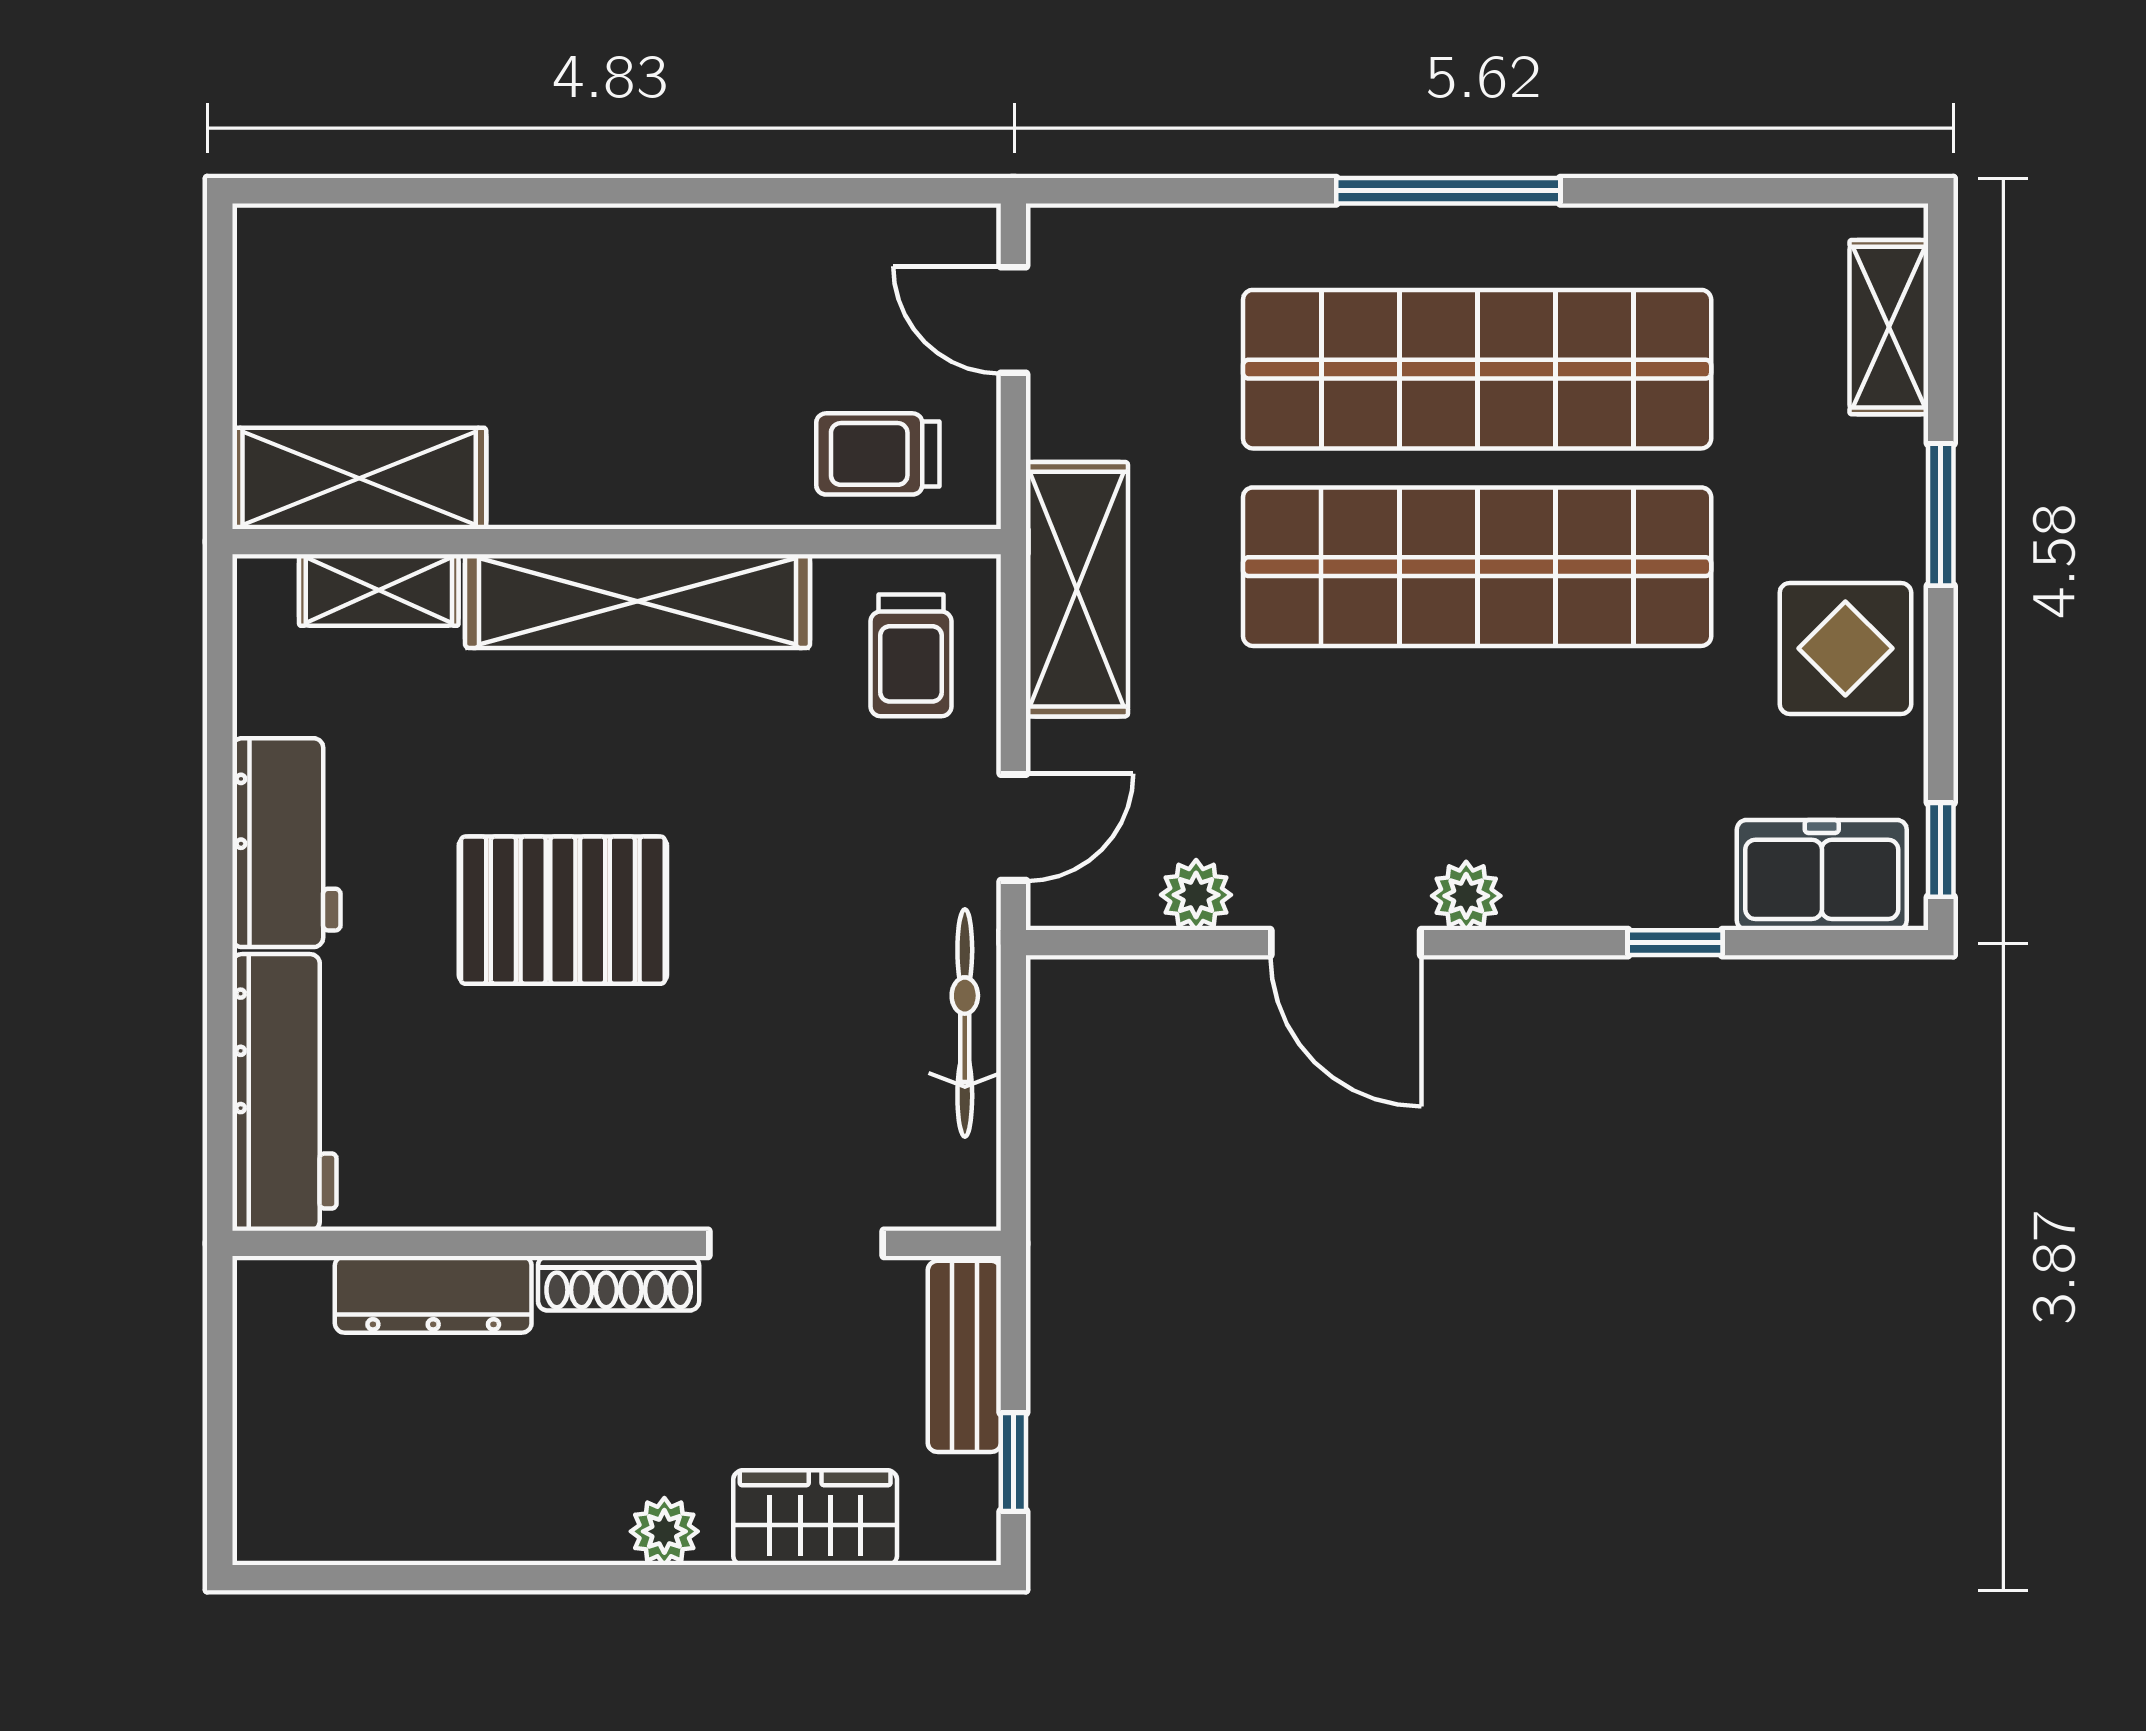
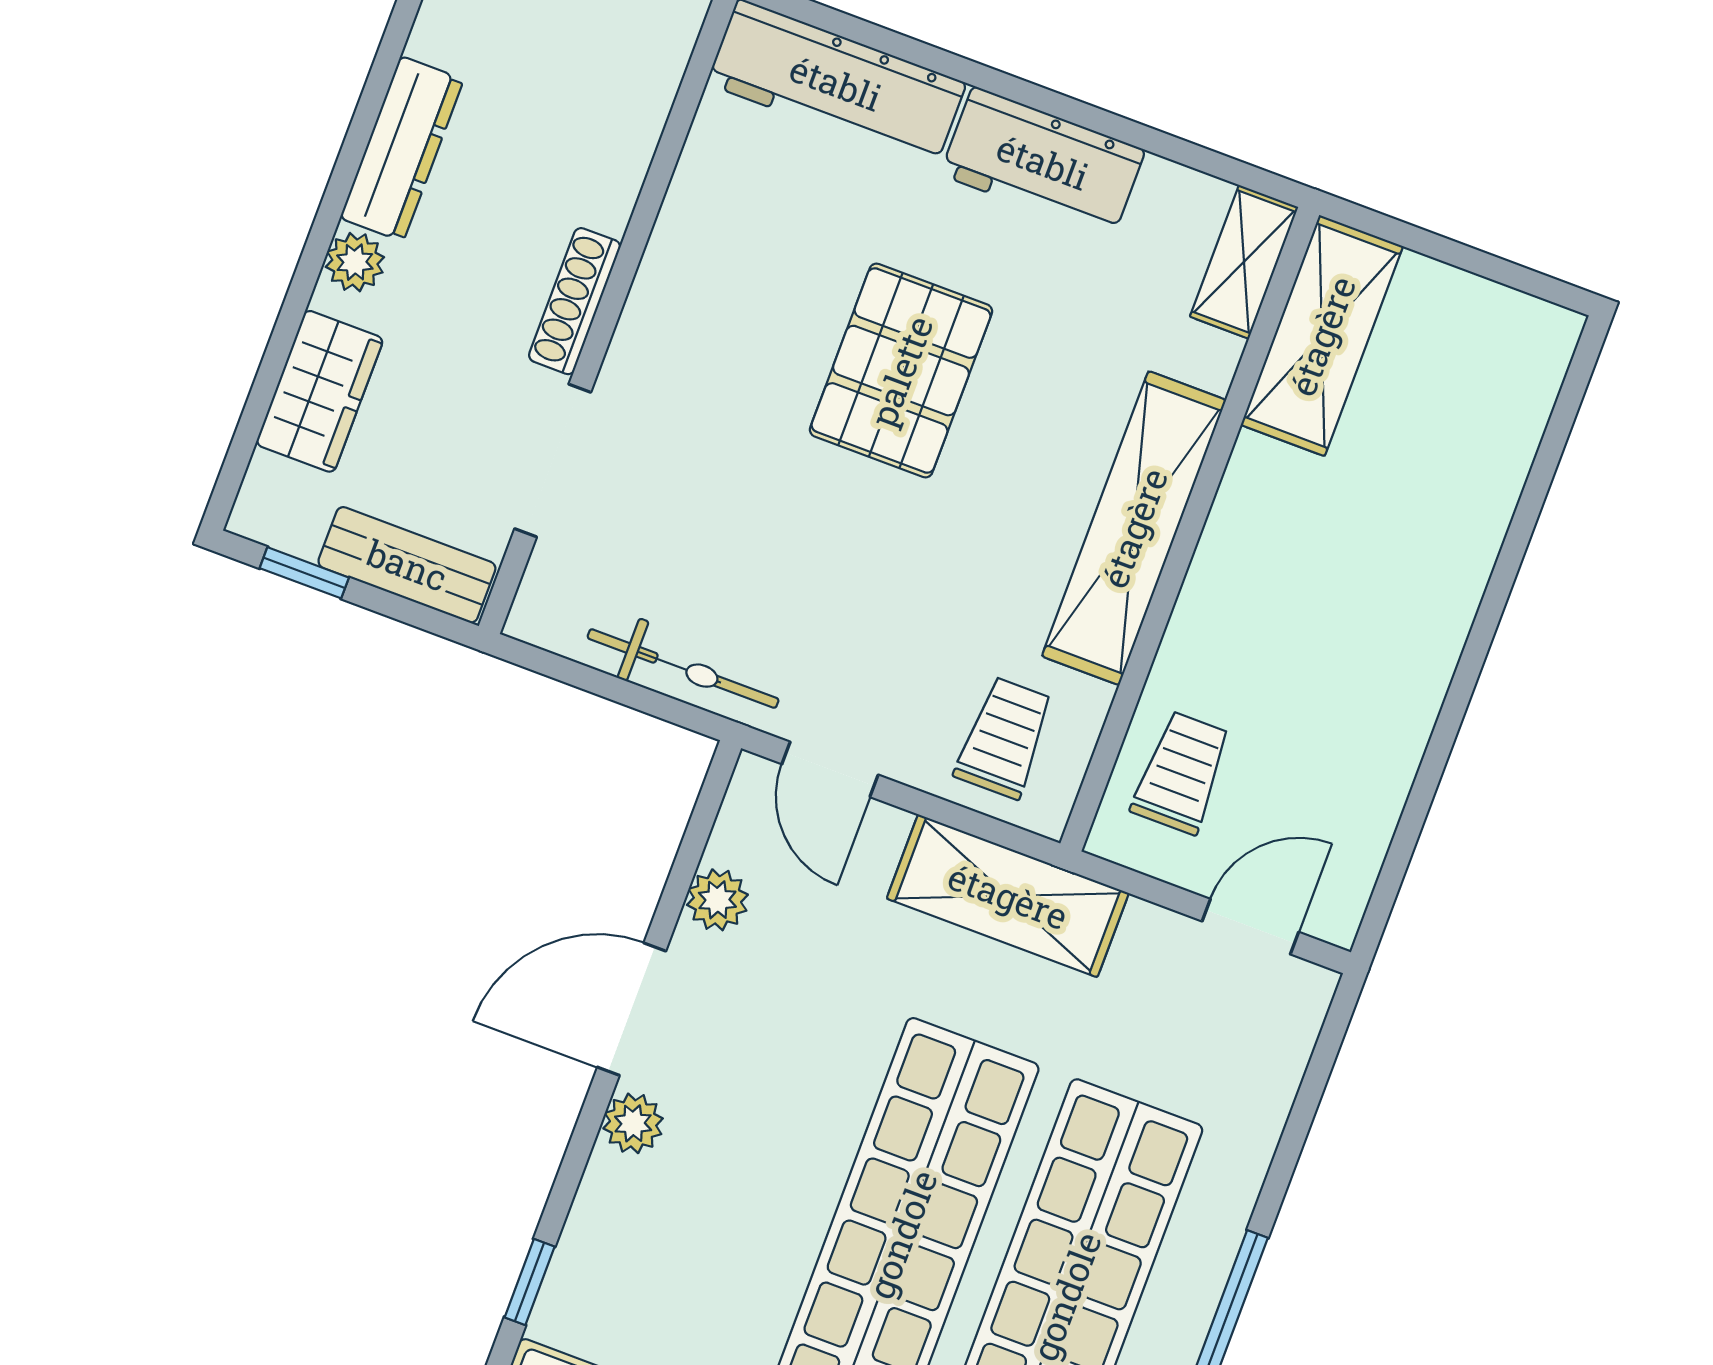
shelving: (379, 590) -> (1244, 262), moved
trolley: (911, 655) -> (1004, 738), turned 90
dresser: (433, 1294) -> (402, 149), moved, turned 180

